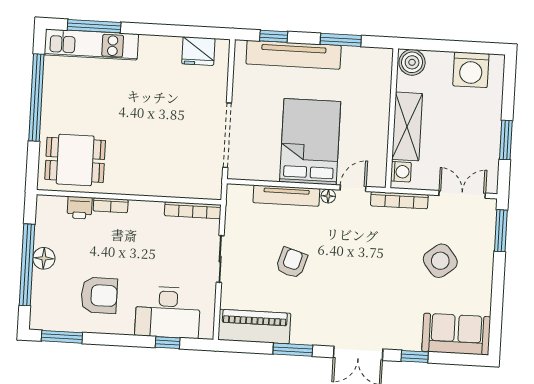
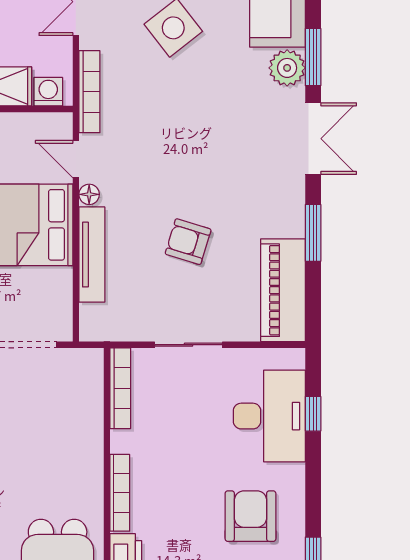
bookcase: (111, 205) -> (120, 493), width x1.56
plant: (408, 338) -> (287, 68), added
window: (415, 356) -> (313, 57), width x1.50

